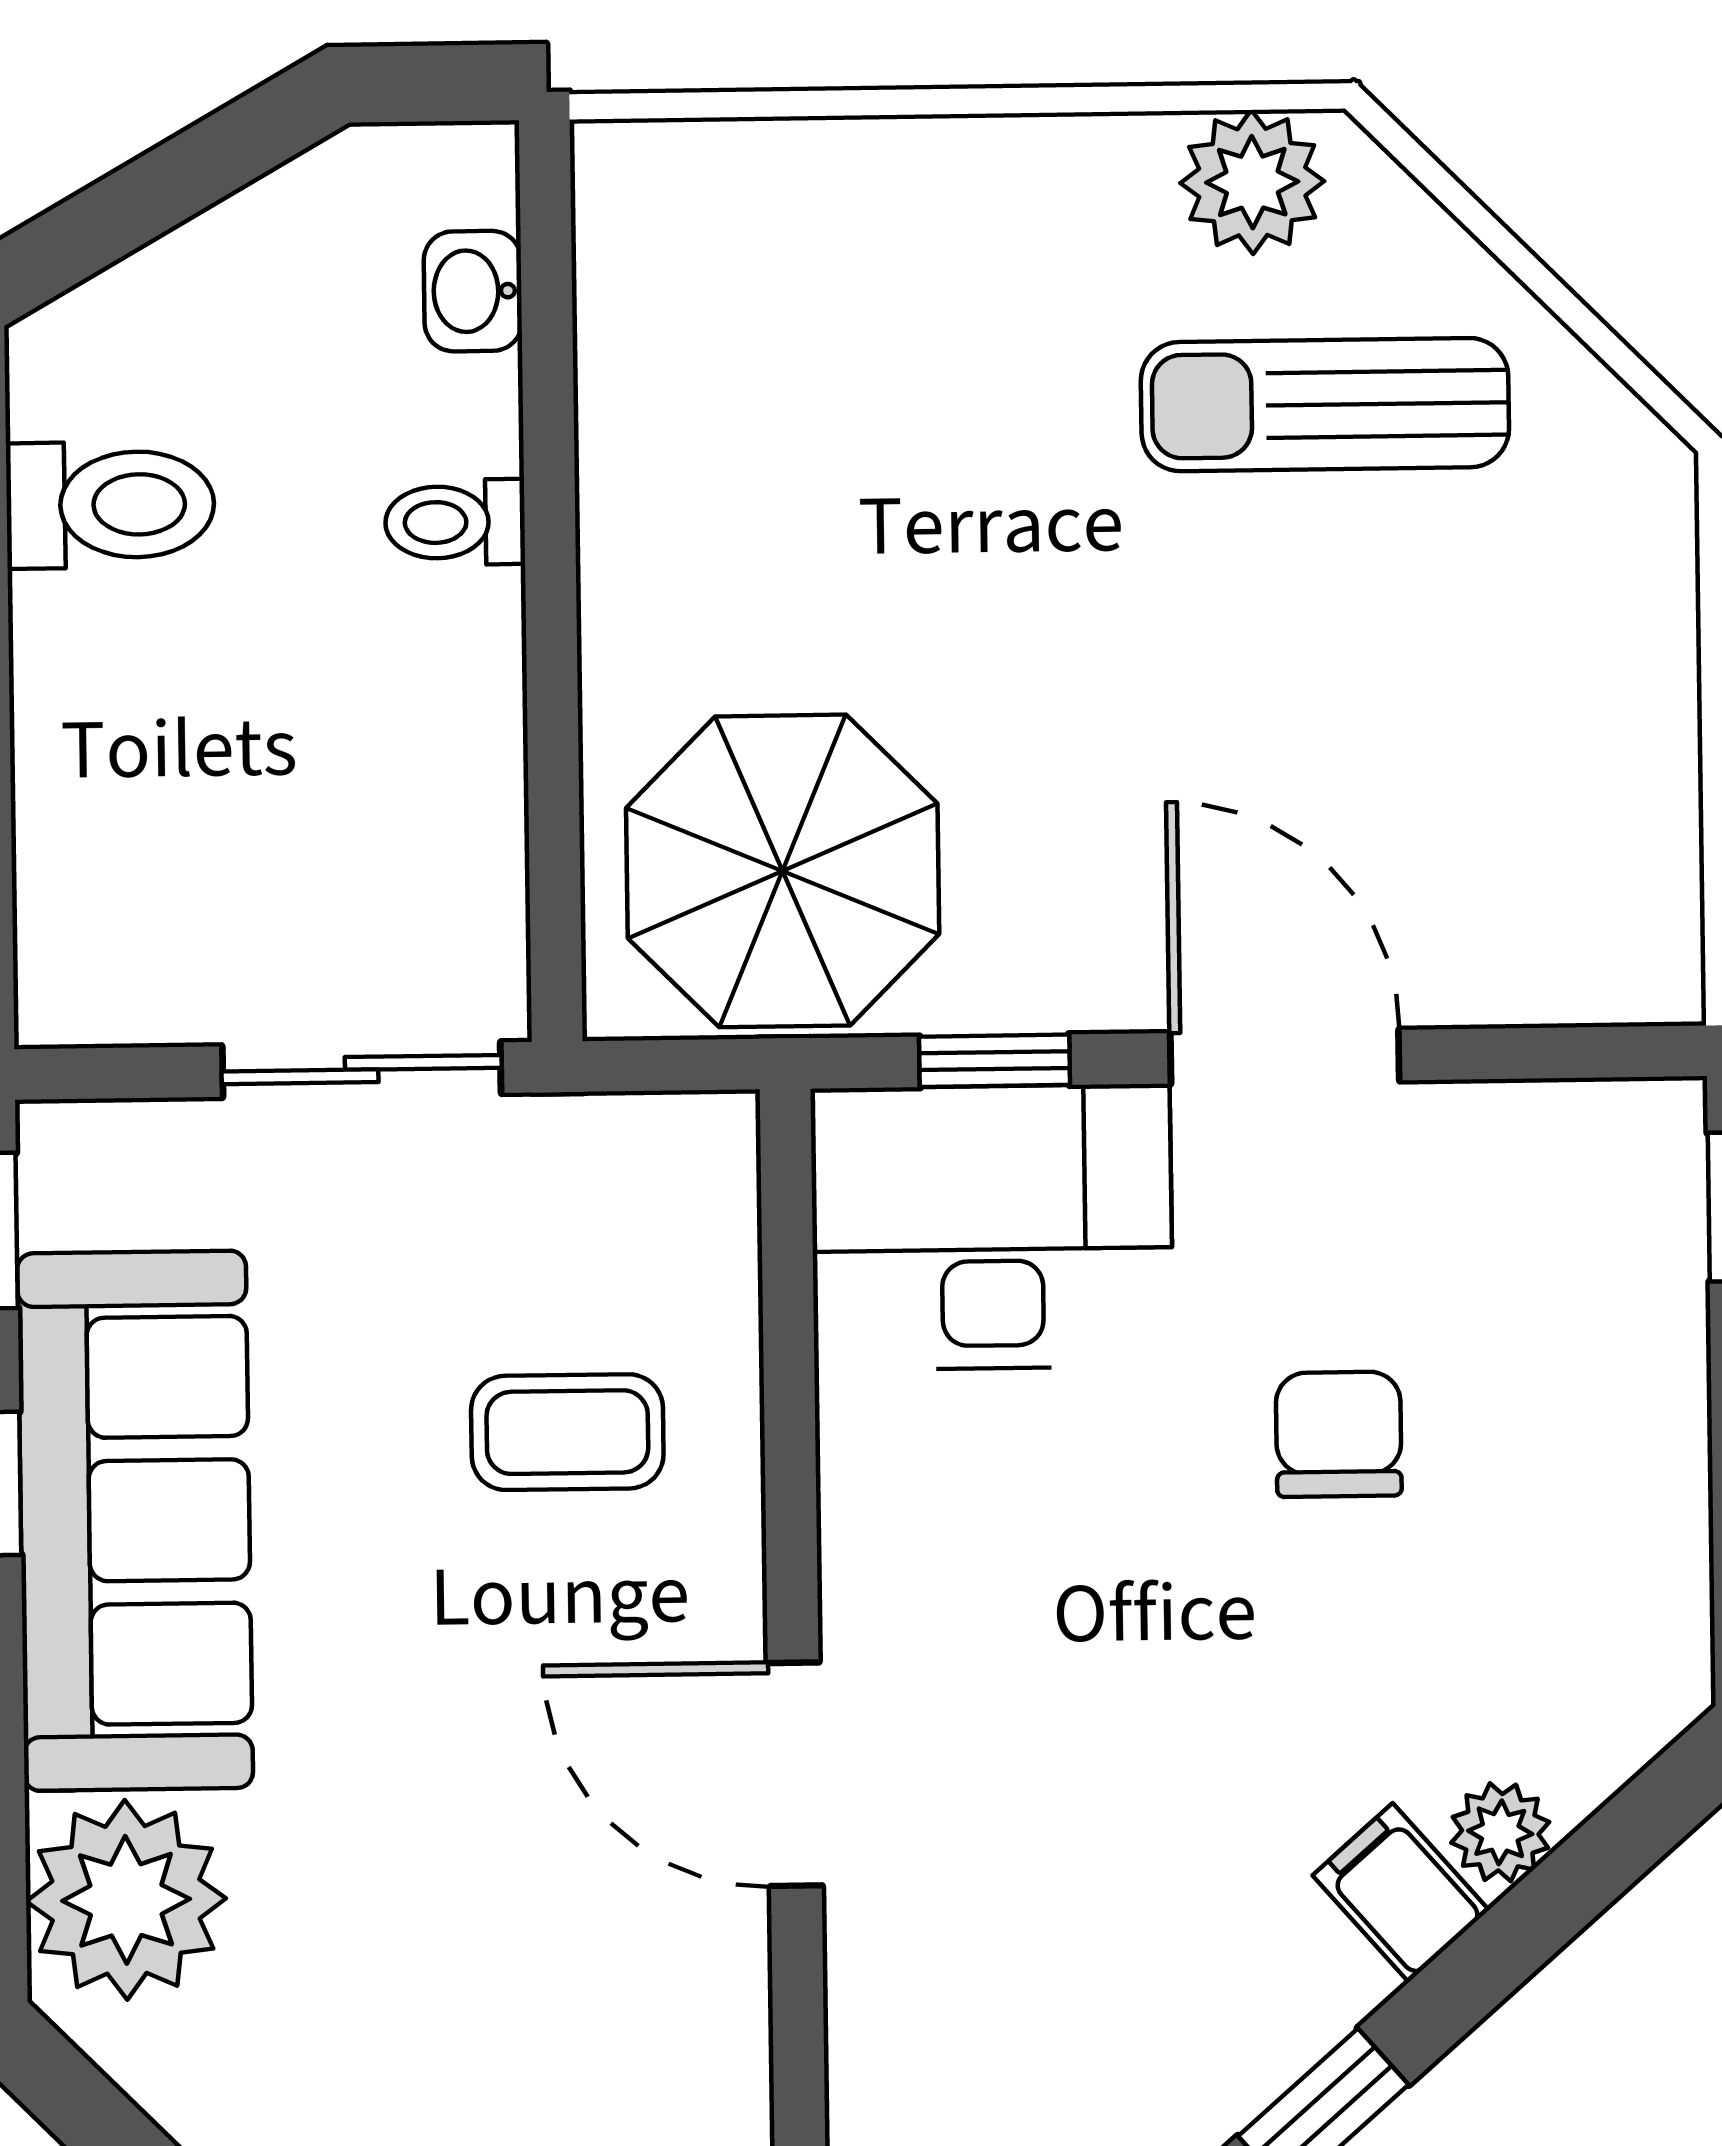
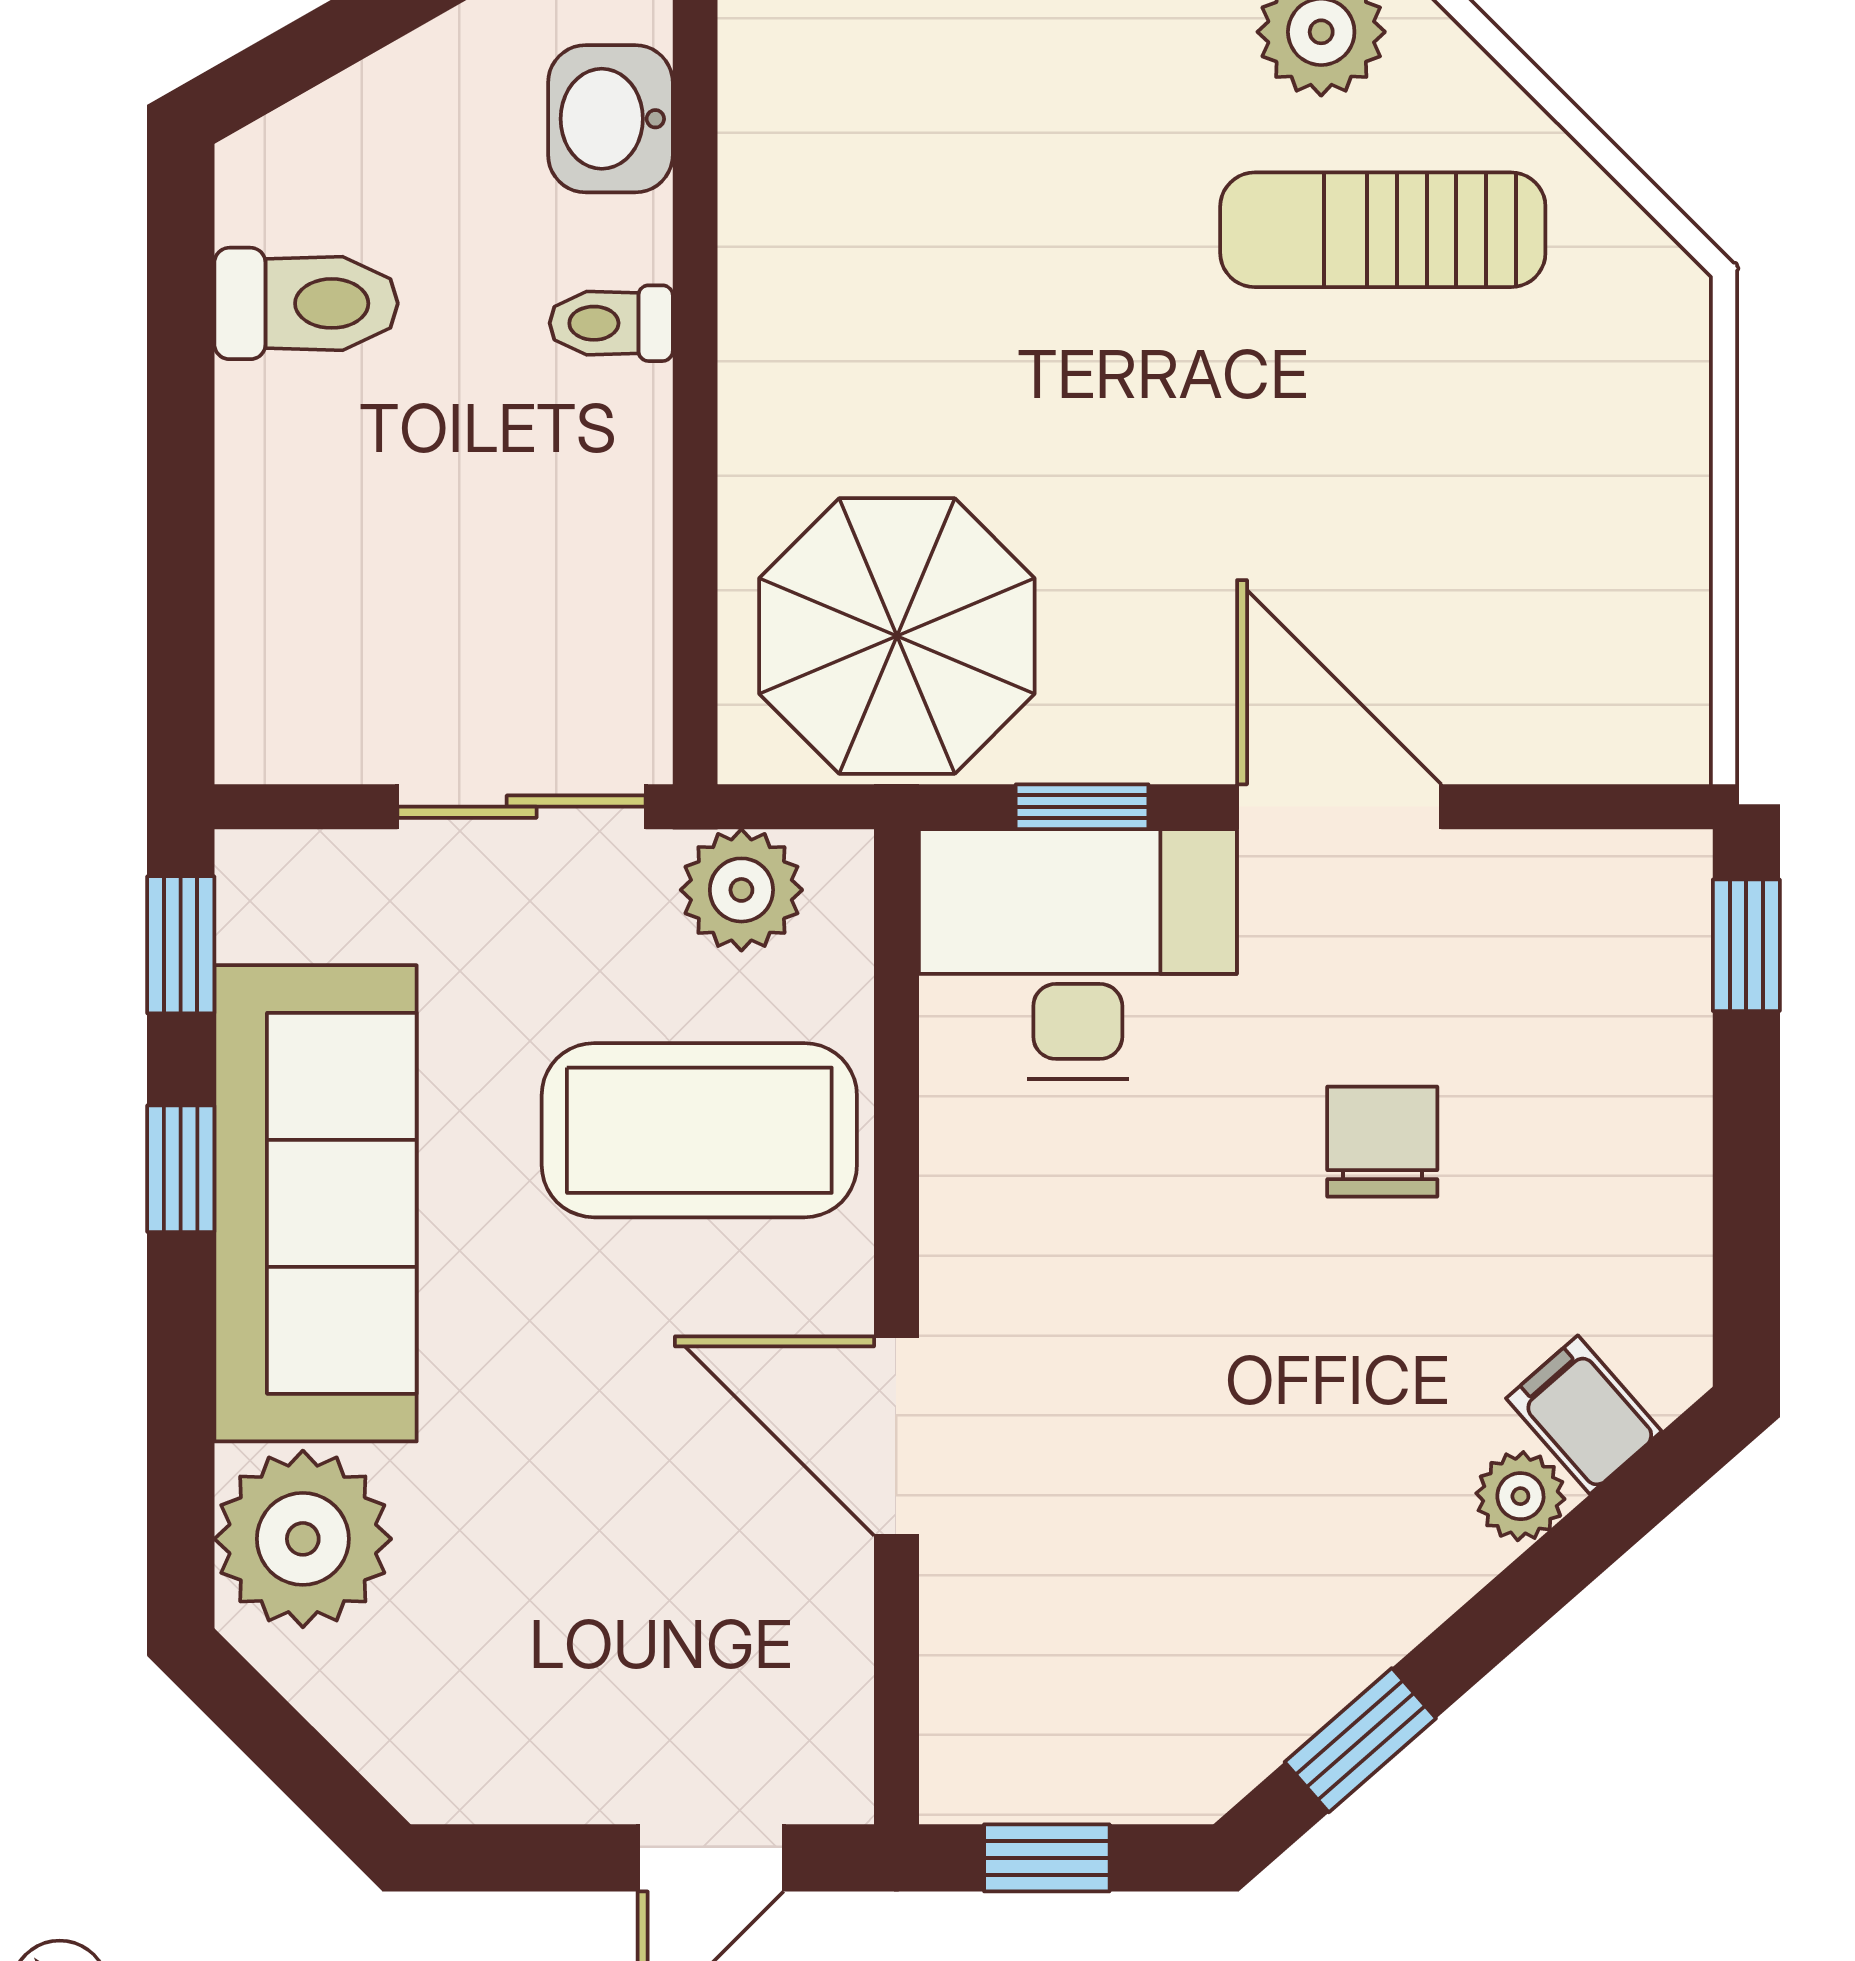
washbasin: (473, 291) -> (610, 119), width x1.38, depth x1.45
plant: (611, 1160) -> (741, 890), added
coffee table: (567, 1432) -> (699, 1130), width x1.86, depth x1.72
filing cabinet: (1401, 1893) -> (1584, 1415), moved

